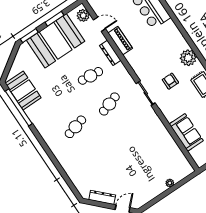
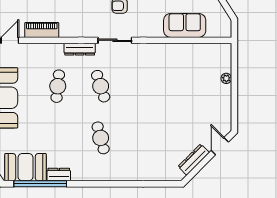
dresser: (110, 53) -> (80, 49), moved
dresser: (33, 115) -> (59, 175), added

